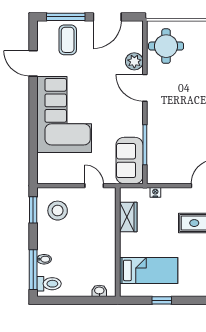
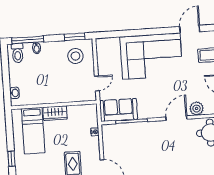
wardrobe: (128, 217) -> (55, 113), moved
window: (162, 300) -> (11, 159), moved

